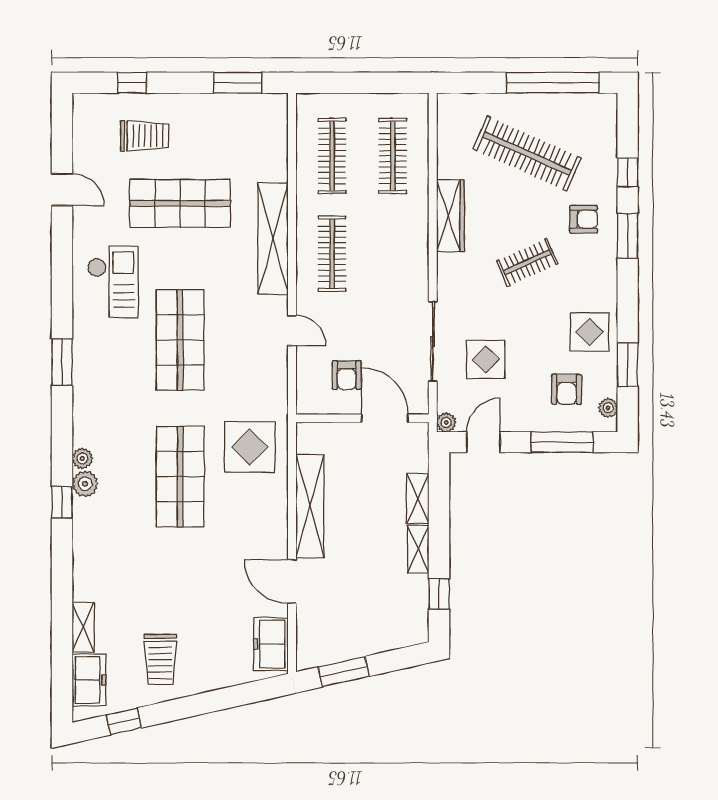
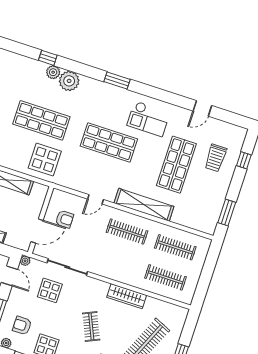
armchair: (347, 375) -> (65, 219), turned 180
plant: (82, 458) -> (69, 81), width x1.87, depth x1.87

